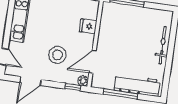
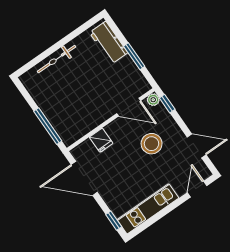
workbench: (137, 85) -> (109, 43), width x0.73
window: (120, 94) -> (134, 56), width x0.69

